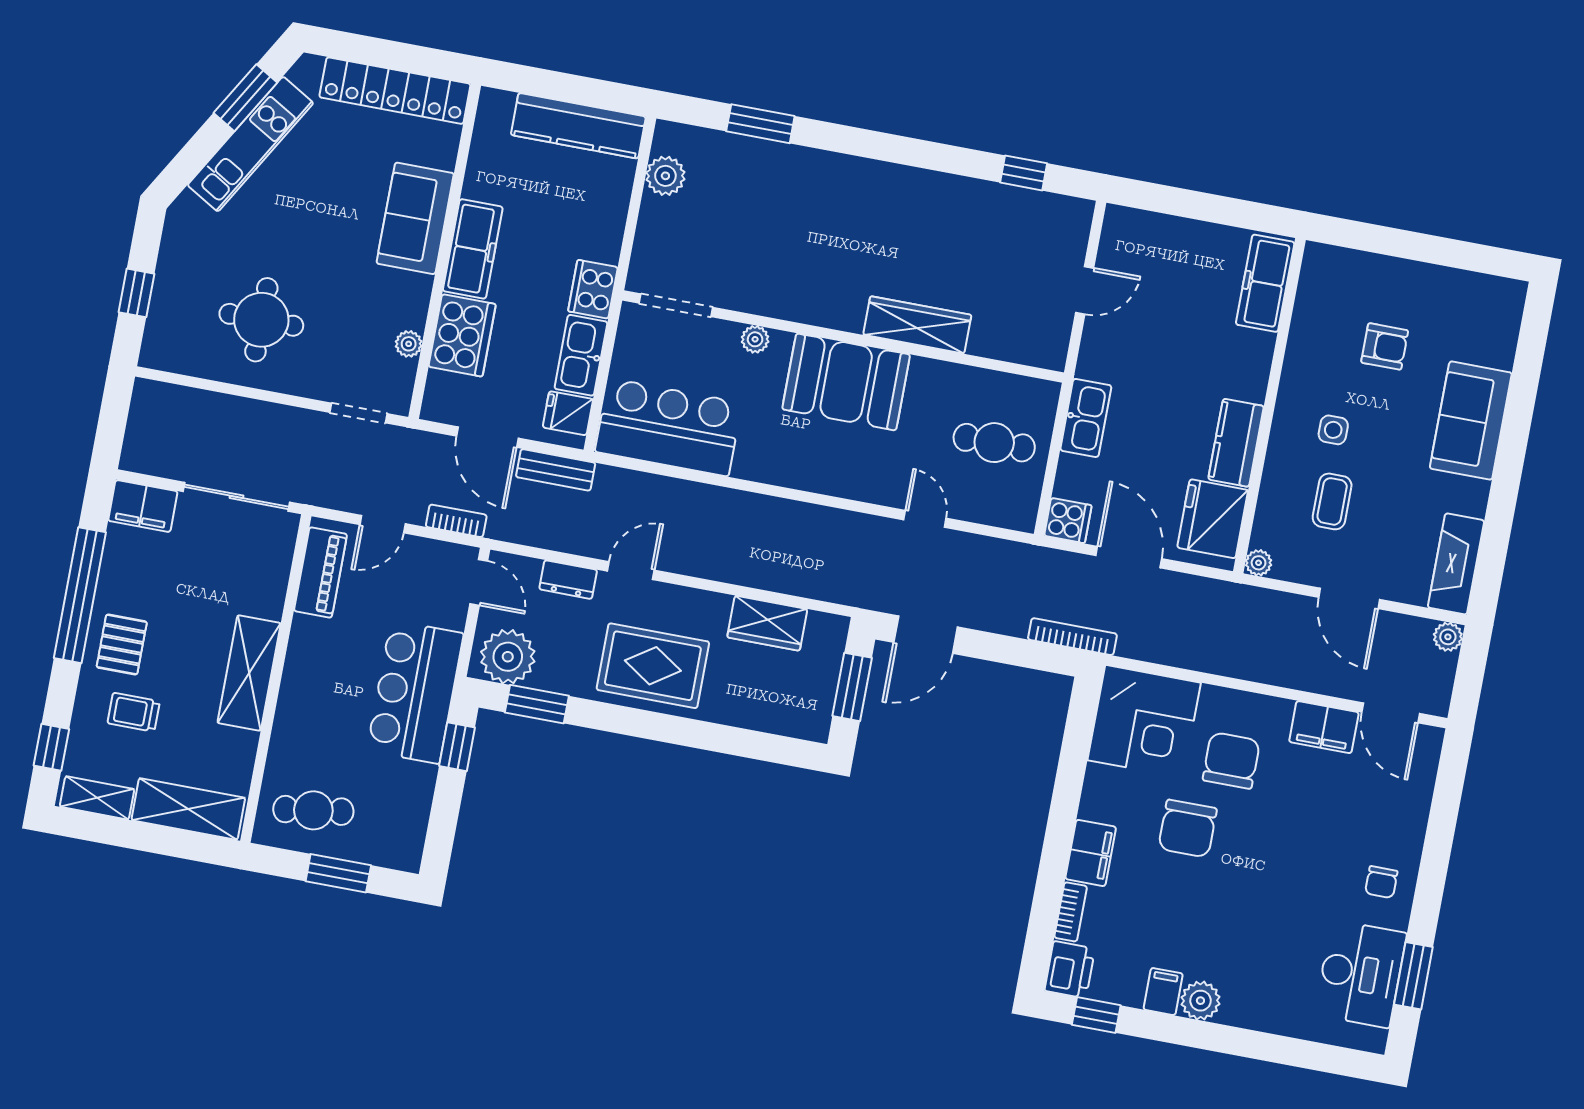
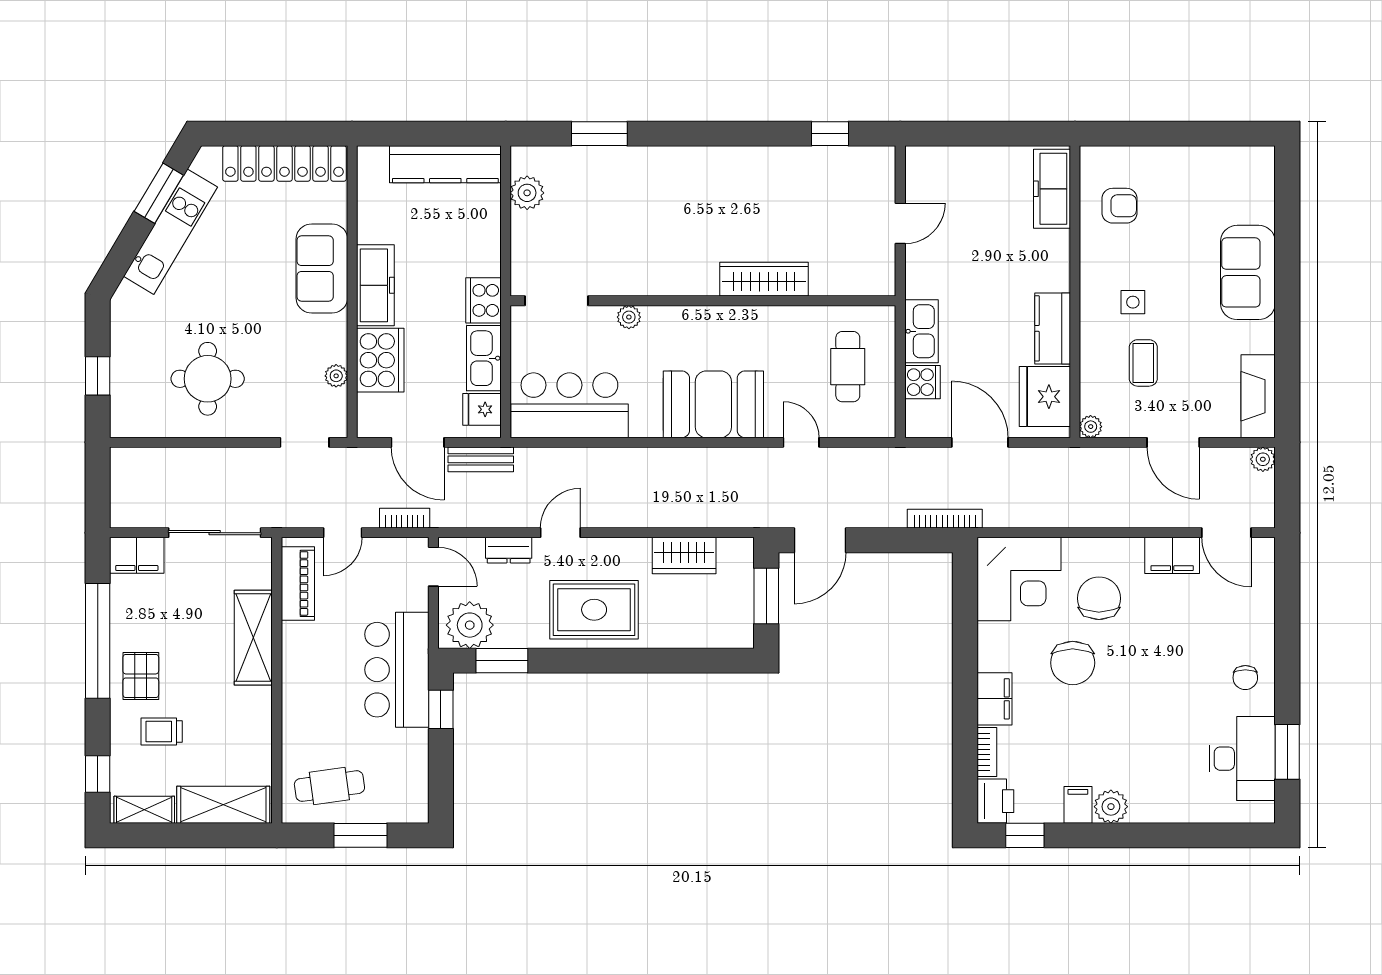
armchair: (1385, 346) -> (1120, 206), moved
booth: (846, 382) -> (713, 404), moved
cafe table: (994, 443) -> (848, 367), turned 90
cooker: (1068, 521) -> (923, 382), moved
shelving: (249, 673) -> (253, 638), moved

